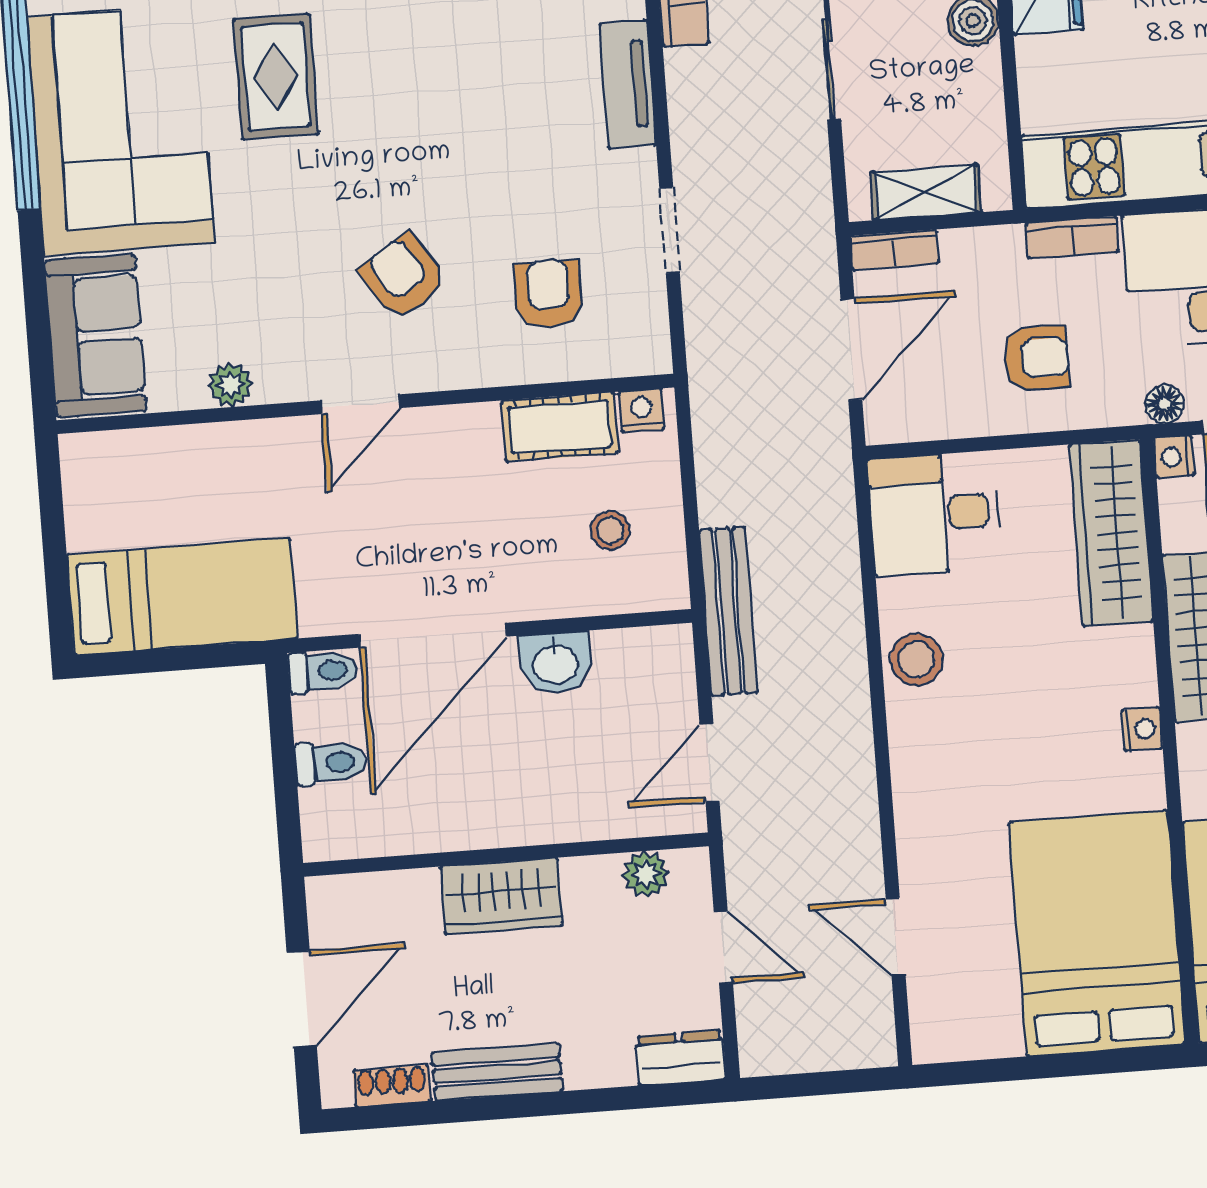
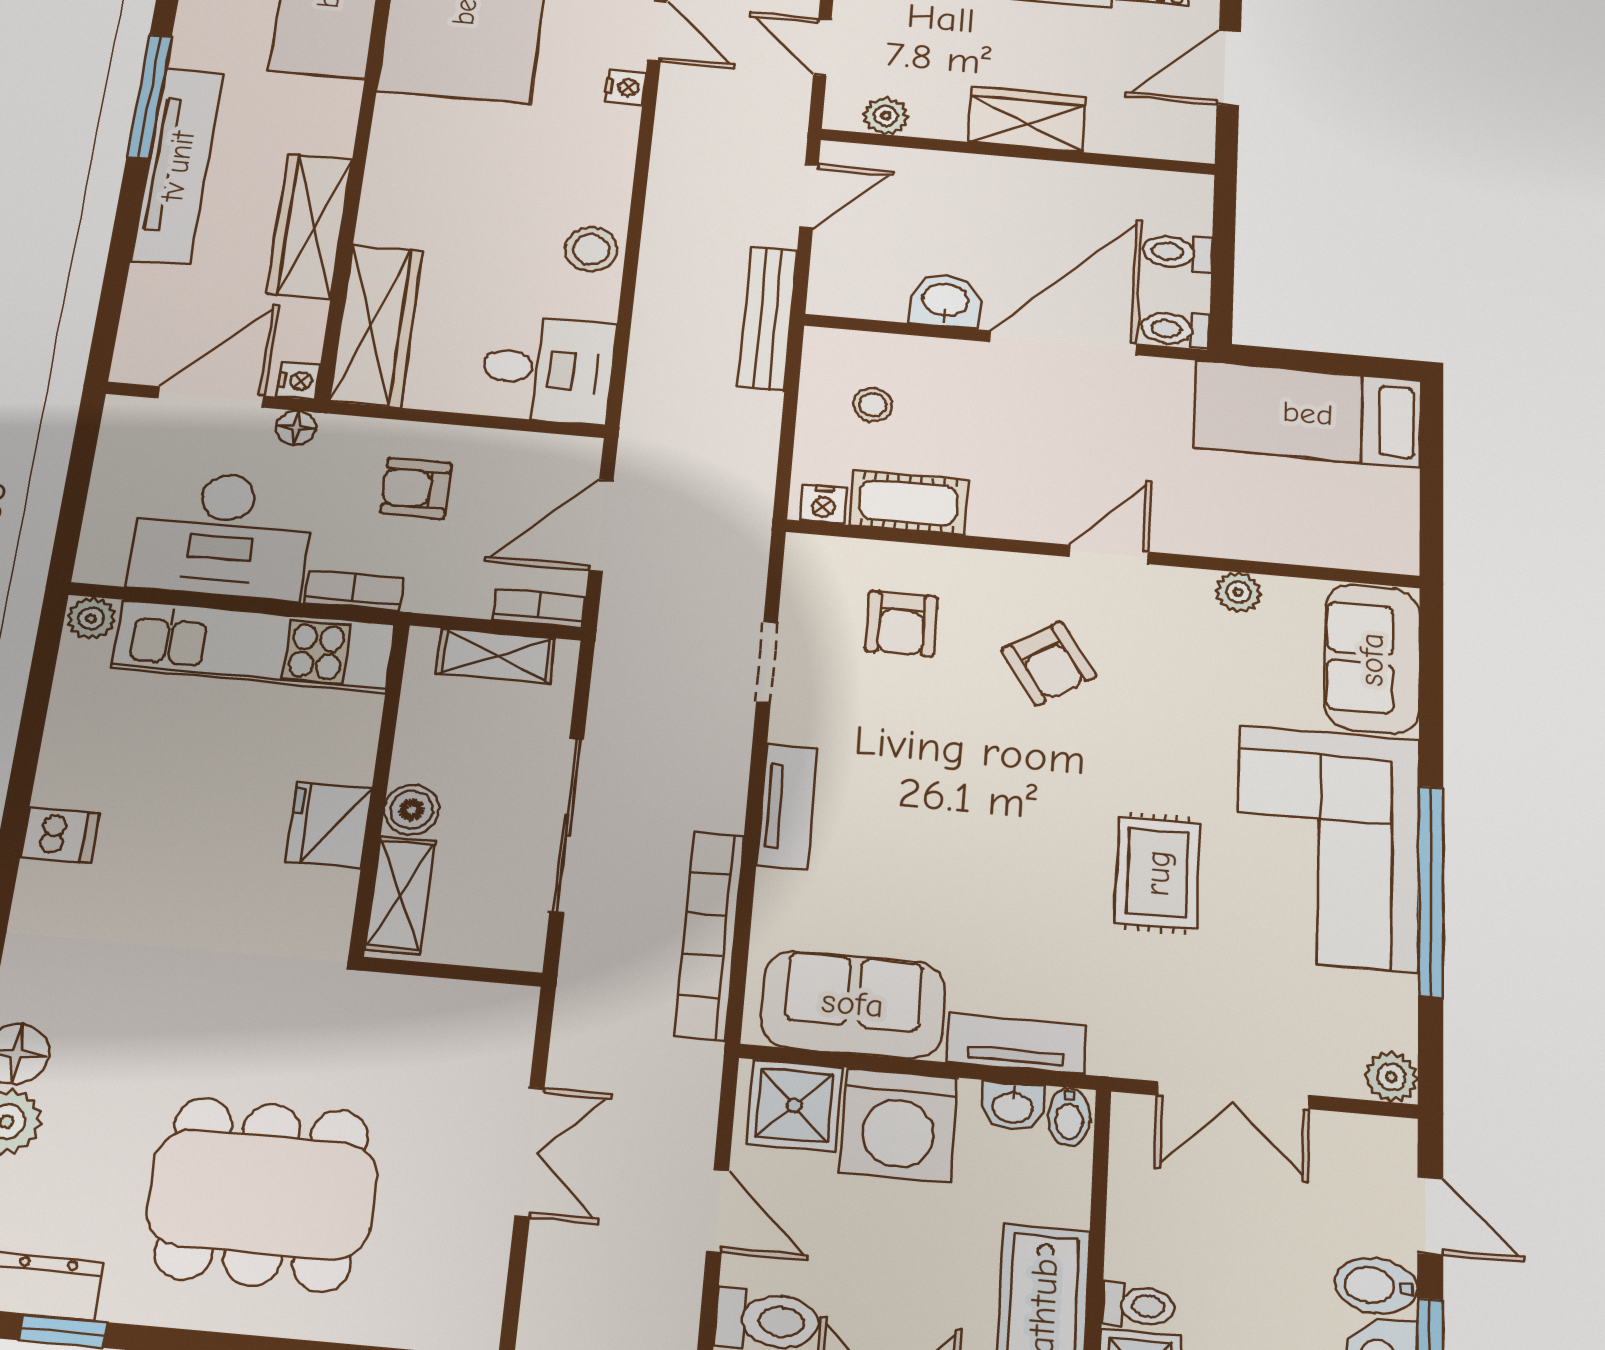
nightstand: (1142, 729) -> (625, 87), moved, turned 180

